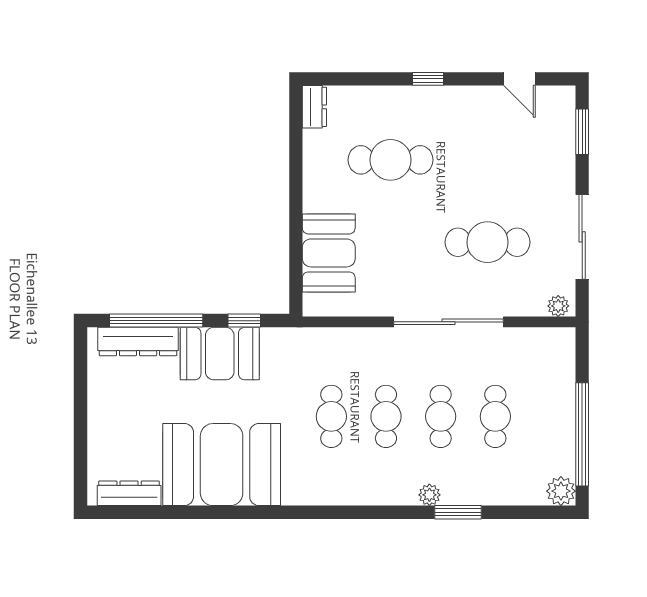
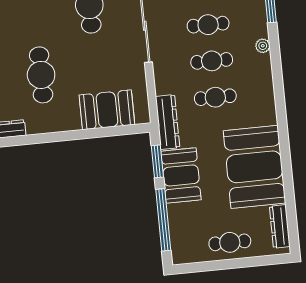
window: (244, 321) -> (157, 161), width x1.50
dresser: (138, 341) -> (168, 122), moved
cafe table: (113, 416) -> (230, 242), added
plant: (429, 495) -> (263, 46), moved

